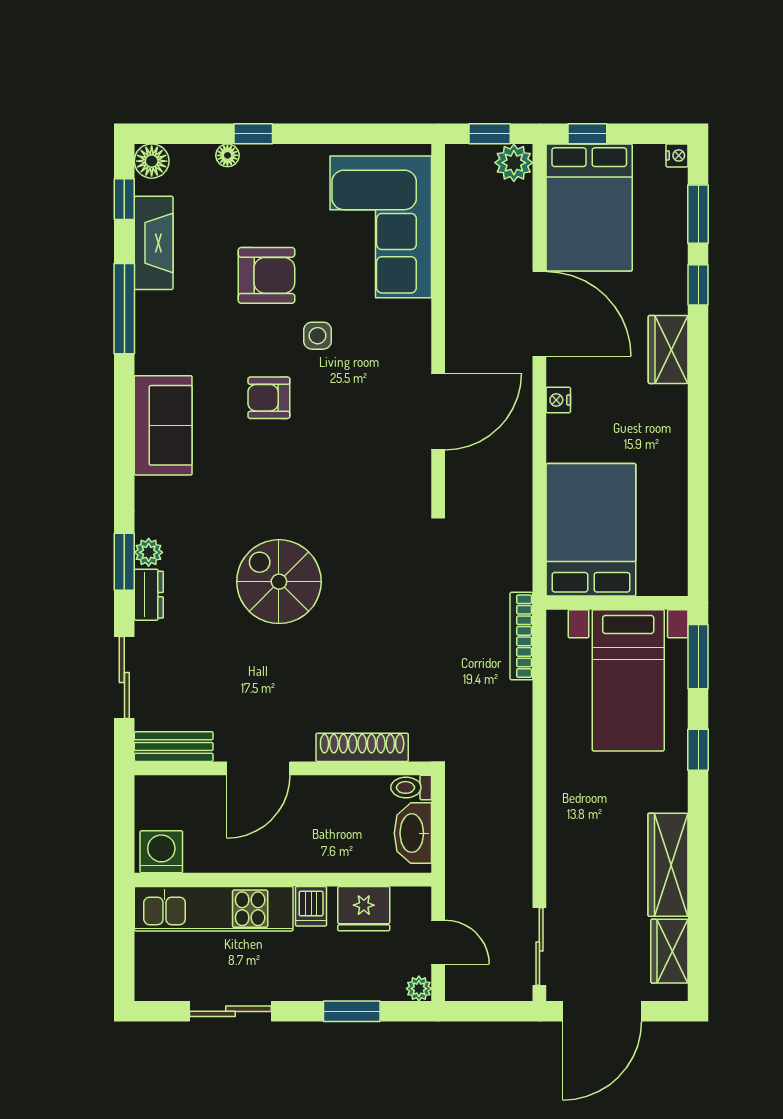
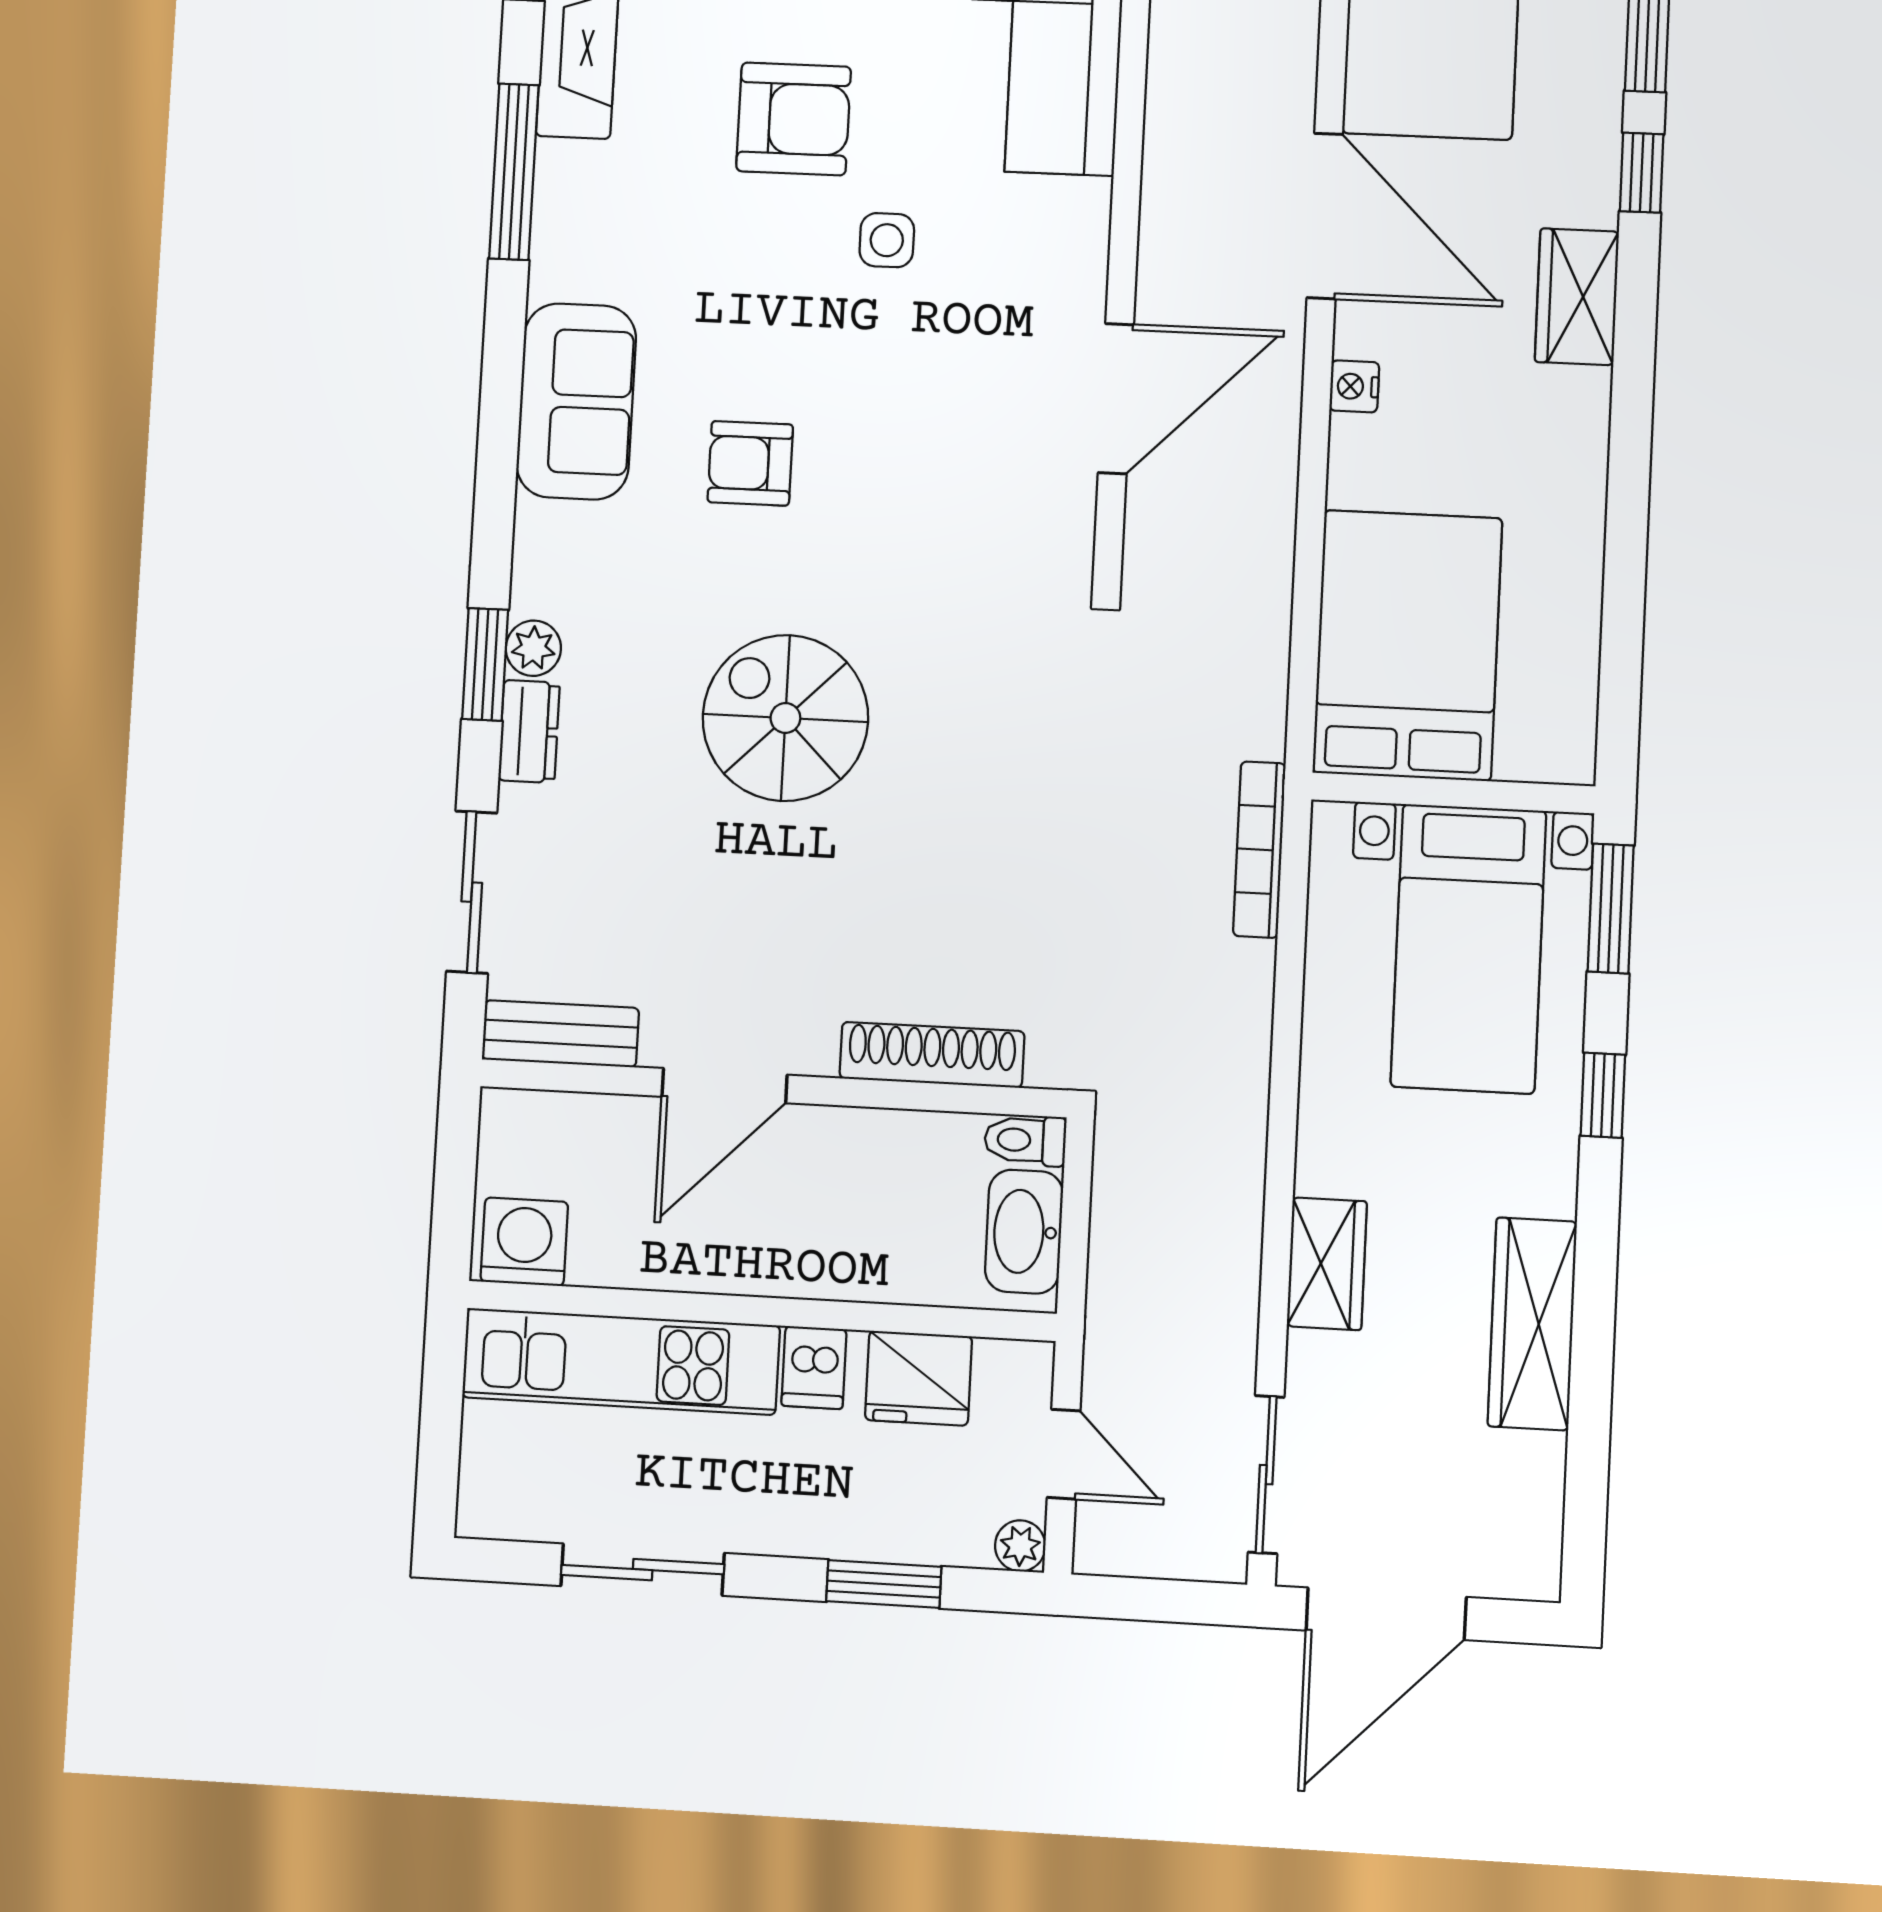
armchair: (269, 398) -> (750, 463), moved
wardrobe: (669, 951) -> (1327, 1264), moved, turned 180

